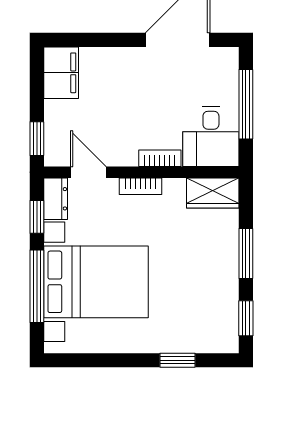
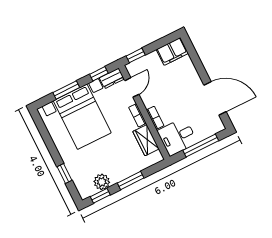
wardrobe: (213, 193) -> (146, 140), moved
window: (37, 286) -> (66, 90), width x0.69
plant: (224, 304) -> (102, 182), added

